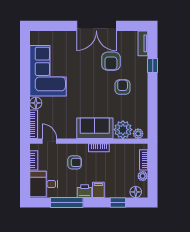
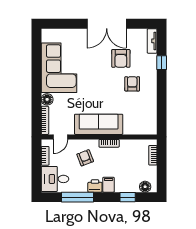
sofa: (95, 128) -> (99, 124), width x1.36
plant: (123, 130) -> (133, 126), removed
plant: (138, 134) -> (147, 130), removed
door: (49, 141) -> (60, 137), swing flipped
armchair: (75, 162) -> (85, 158), turned -111
plant: (143, 176) -> (152, 171), removed

